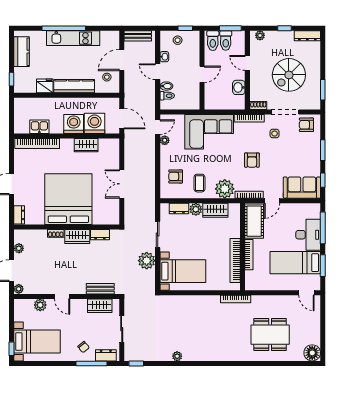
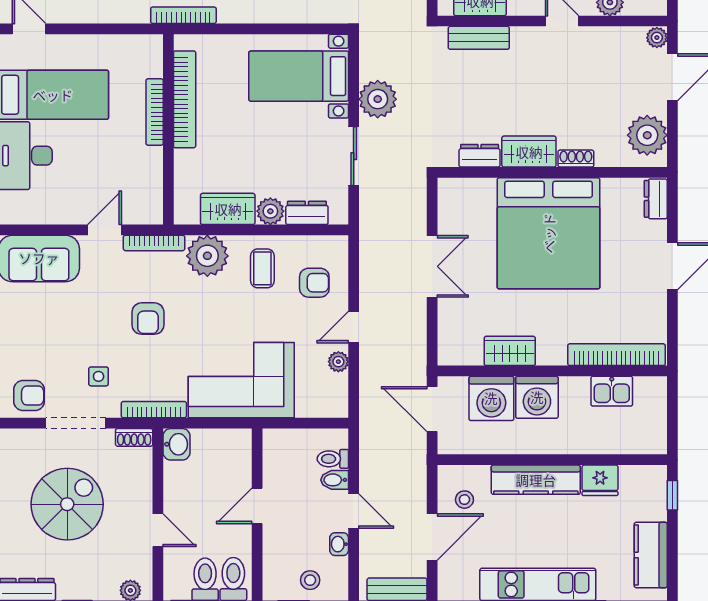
washbasin: (239, 87) -> (177, 444), moved
door: (158, 127) -> (354, 327), moved
armchair: (252, 160) -> (148, 319), turned 180
cot: (254, 221) -> (143, 185), removed
plant: (19, 248) -> (647, 135), width x1.87, depth x1.87

